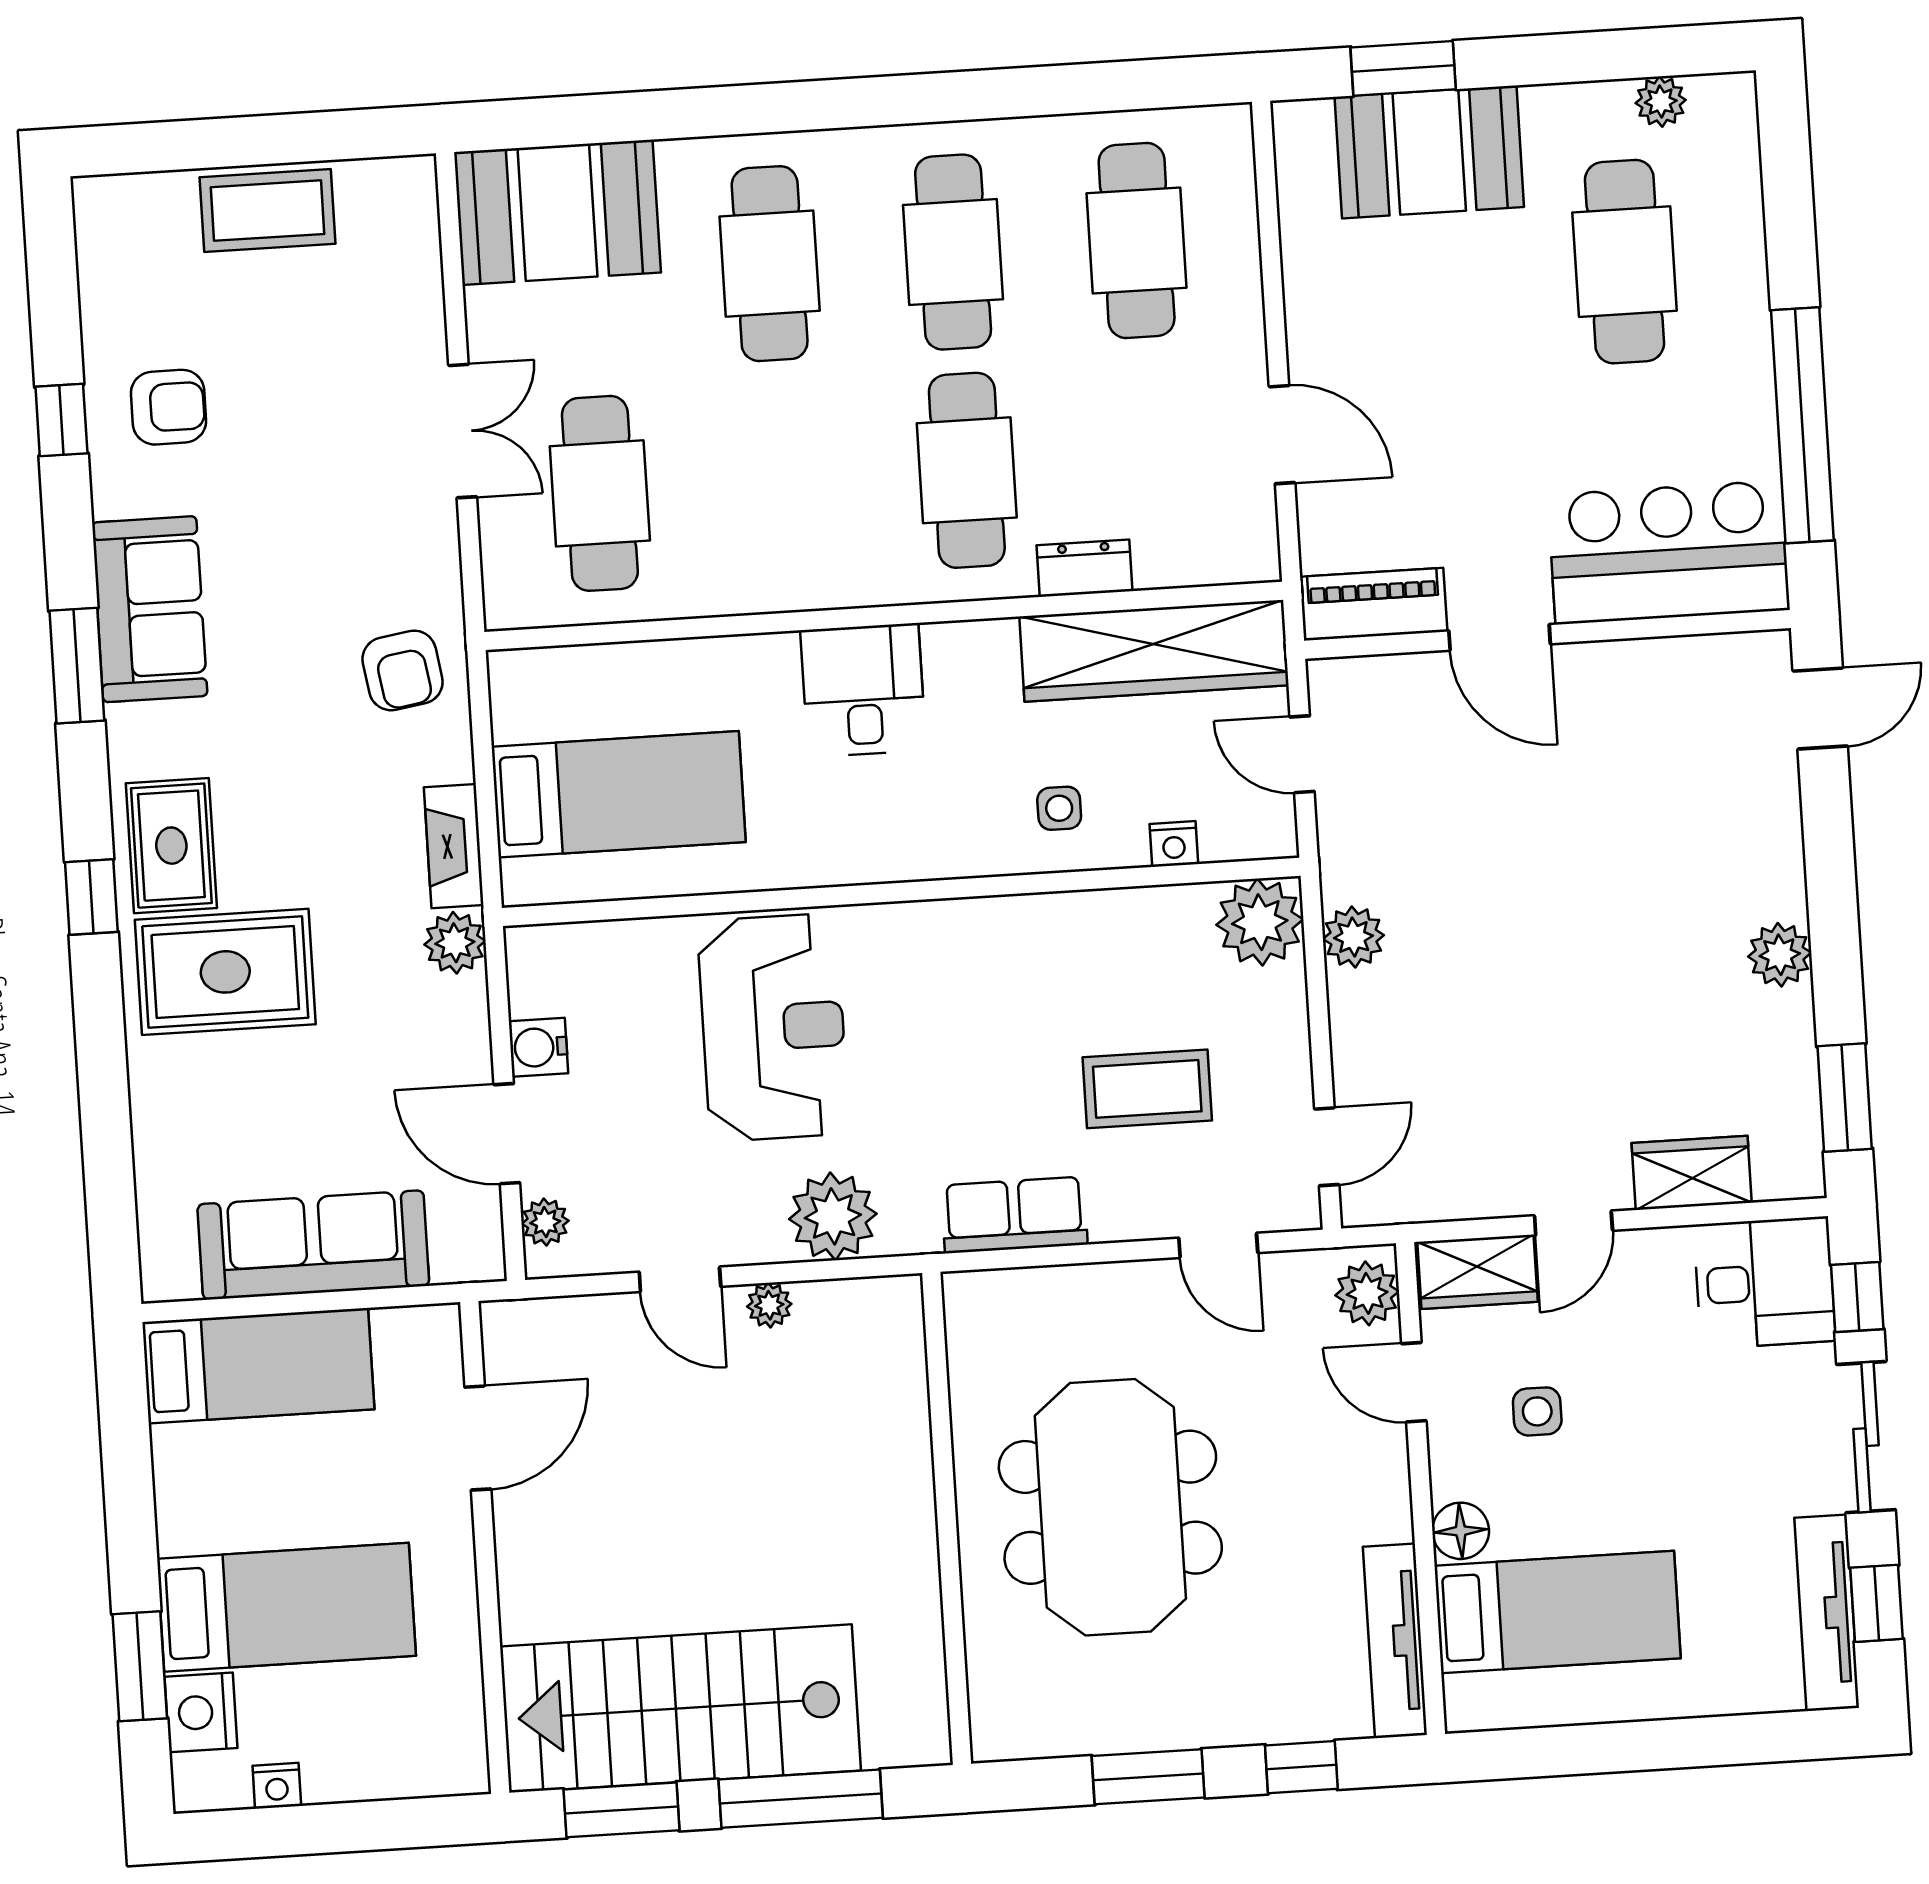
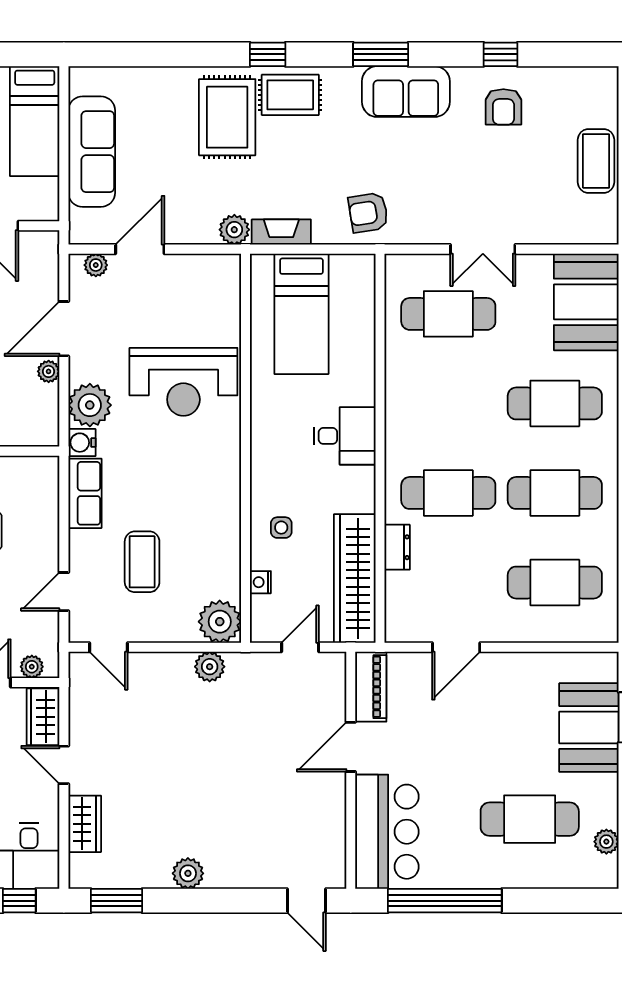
water cooler: (539, 1047) -> (82, 443), moved, turned -90
door: (680, 1279) -> (64, 329), width x1.38
plant: (1367, 1293) -> (32, 667), width x0.73, depth x0.73

